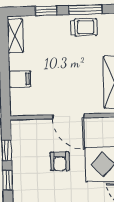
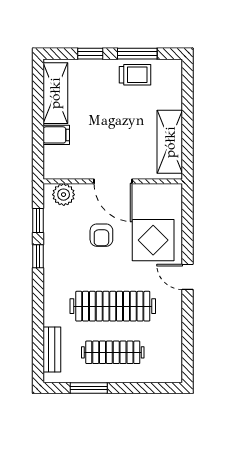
shelving: (15, 36) -> (55, 93), width x1.50, depth x1.33
plant: (27, 128) -> (64, 195), added

